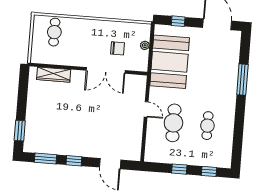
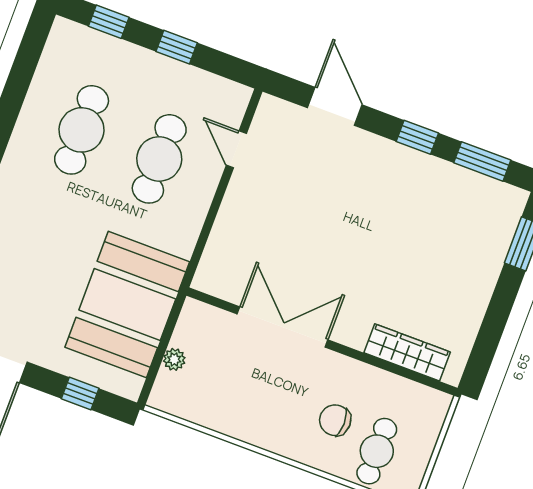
chair: (118, 48) -> (335, 420), moved
door: (146, 109) -> (236, 149), moved
cafe table: (207, 126) -> (82, 130), width x1.37, depth x1.35

